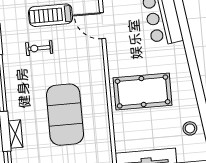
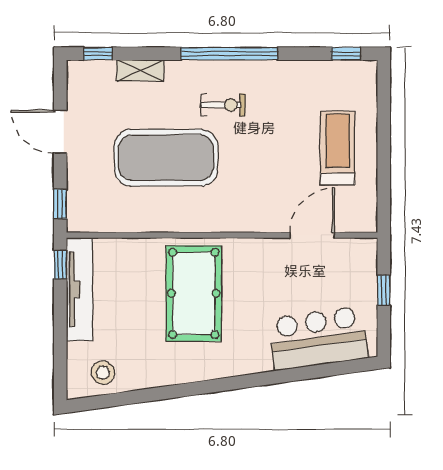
exercise bike: (39, 48) -> (223, 105), moved, turned 90
stool: (190, 128) -> (103, 373), moved

